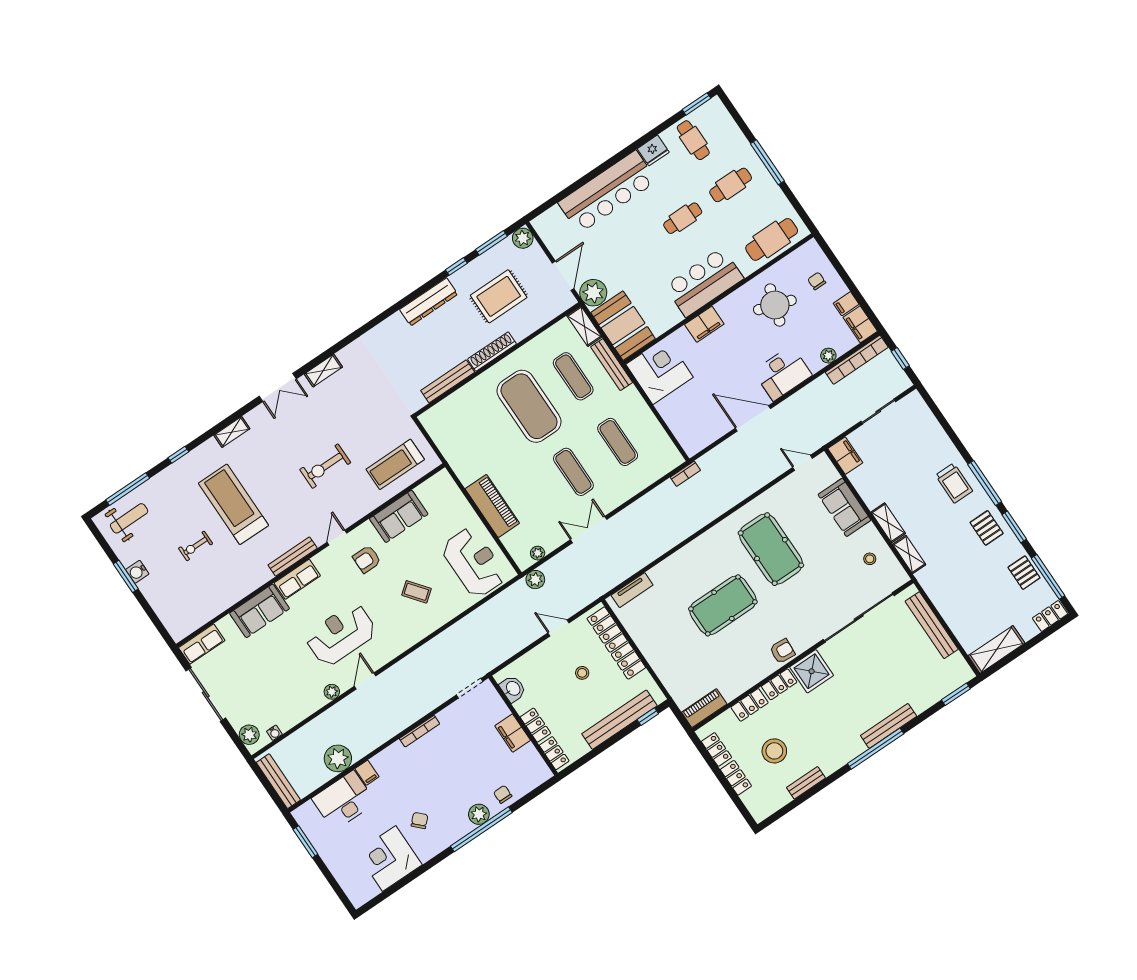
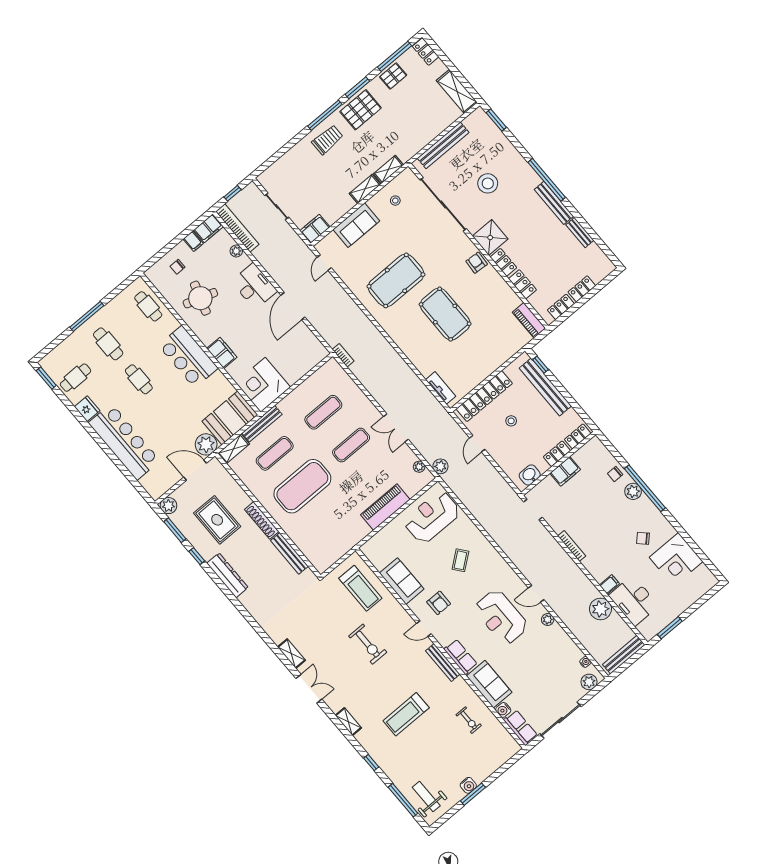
cafe table: (772, 239) -> (148, 306), width x0.73, depth x0.74
treadmill: (233, 504) -> (406, 714), width x0.73, depth x0.73
pallet: (987, 528) -> (361, 110), width x1.50, depth x1.42
exercise bike: (196, 546) -> (469, 720), moved
water cooler: (226, 625) -> (503, 710), added
bench: (889, 726) -> (554, 203), moved
stool: (774, 751) -> (488, 183), moved

